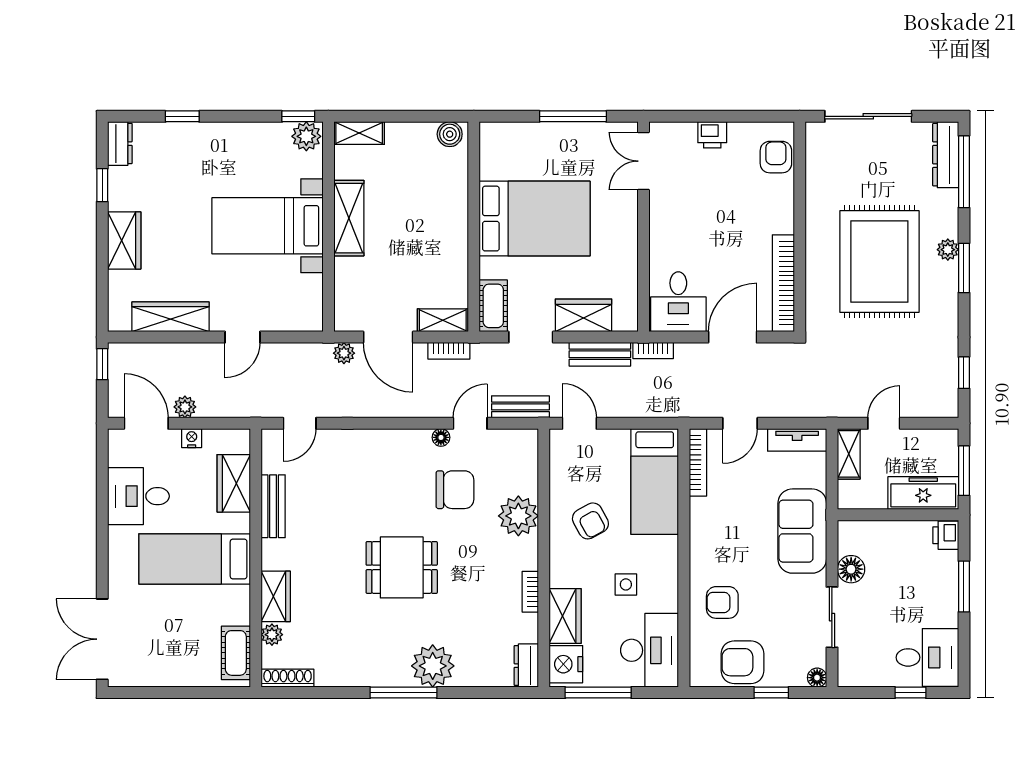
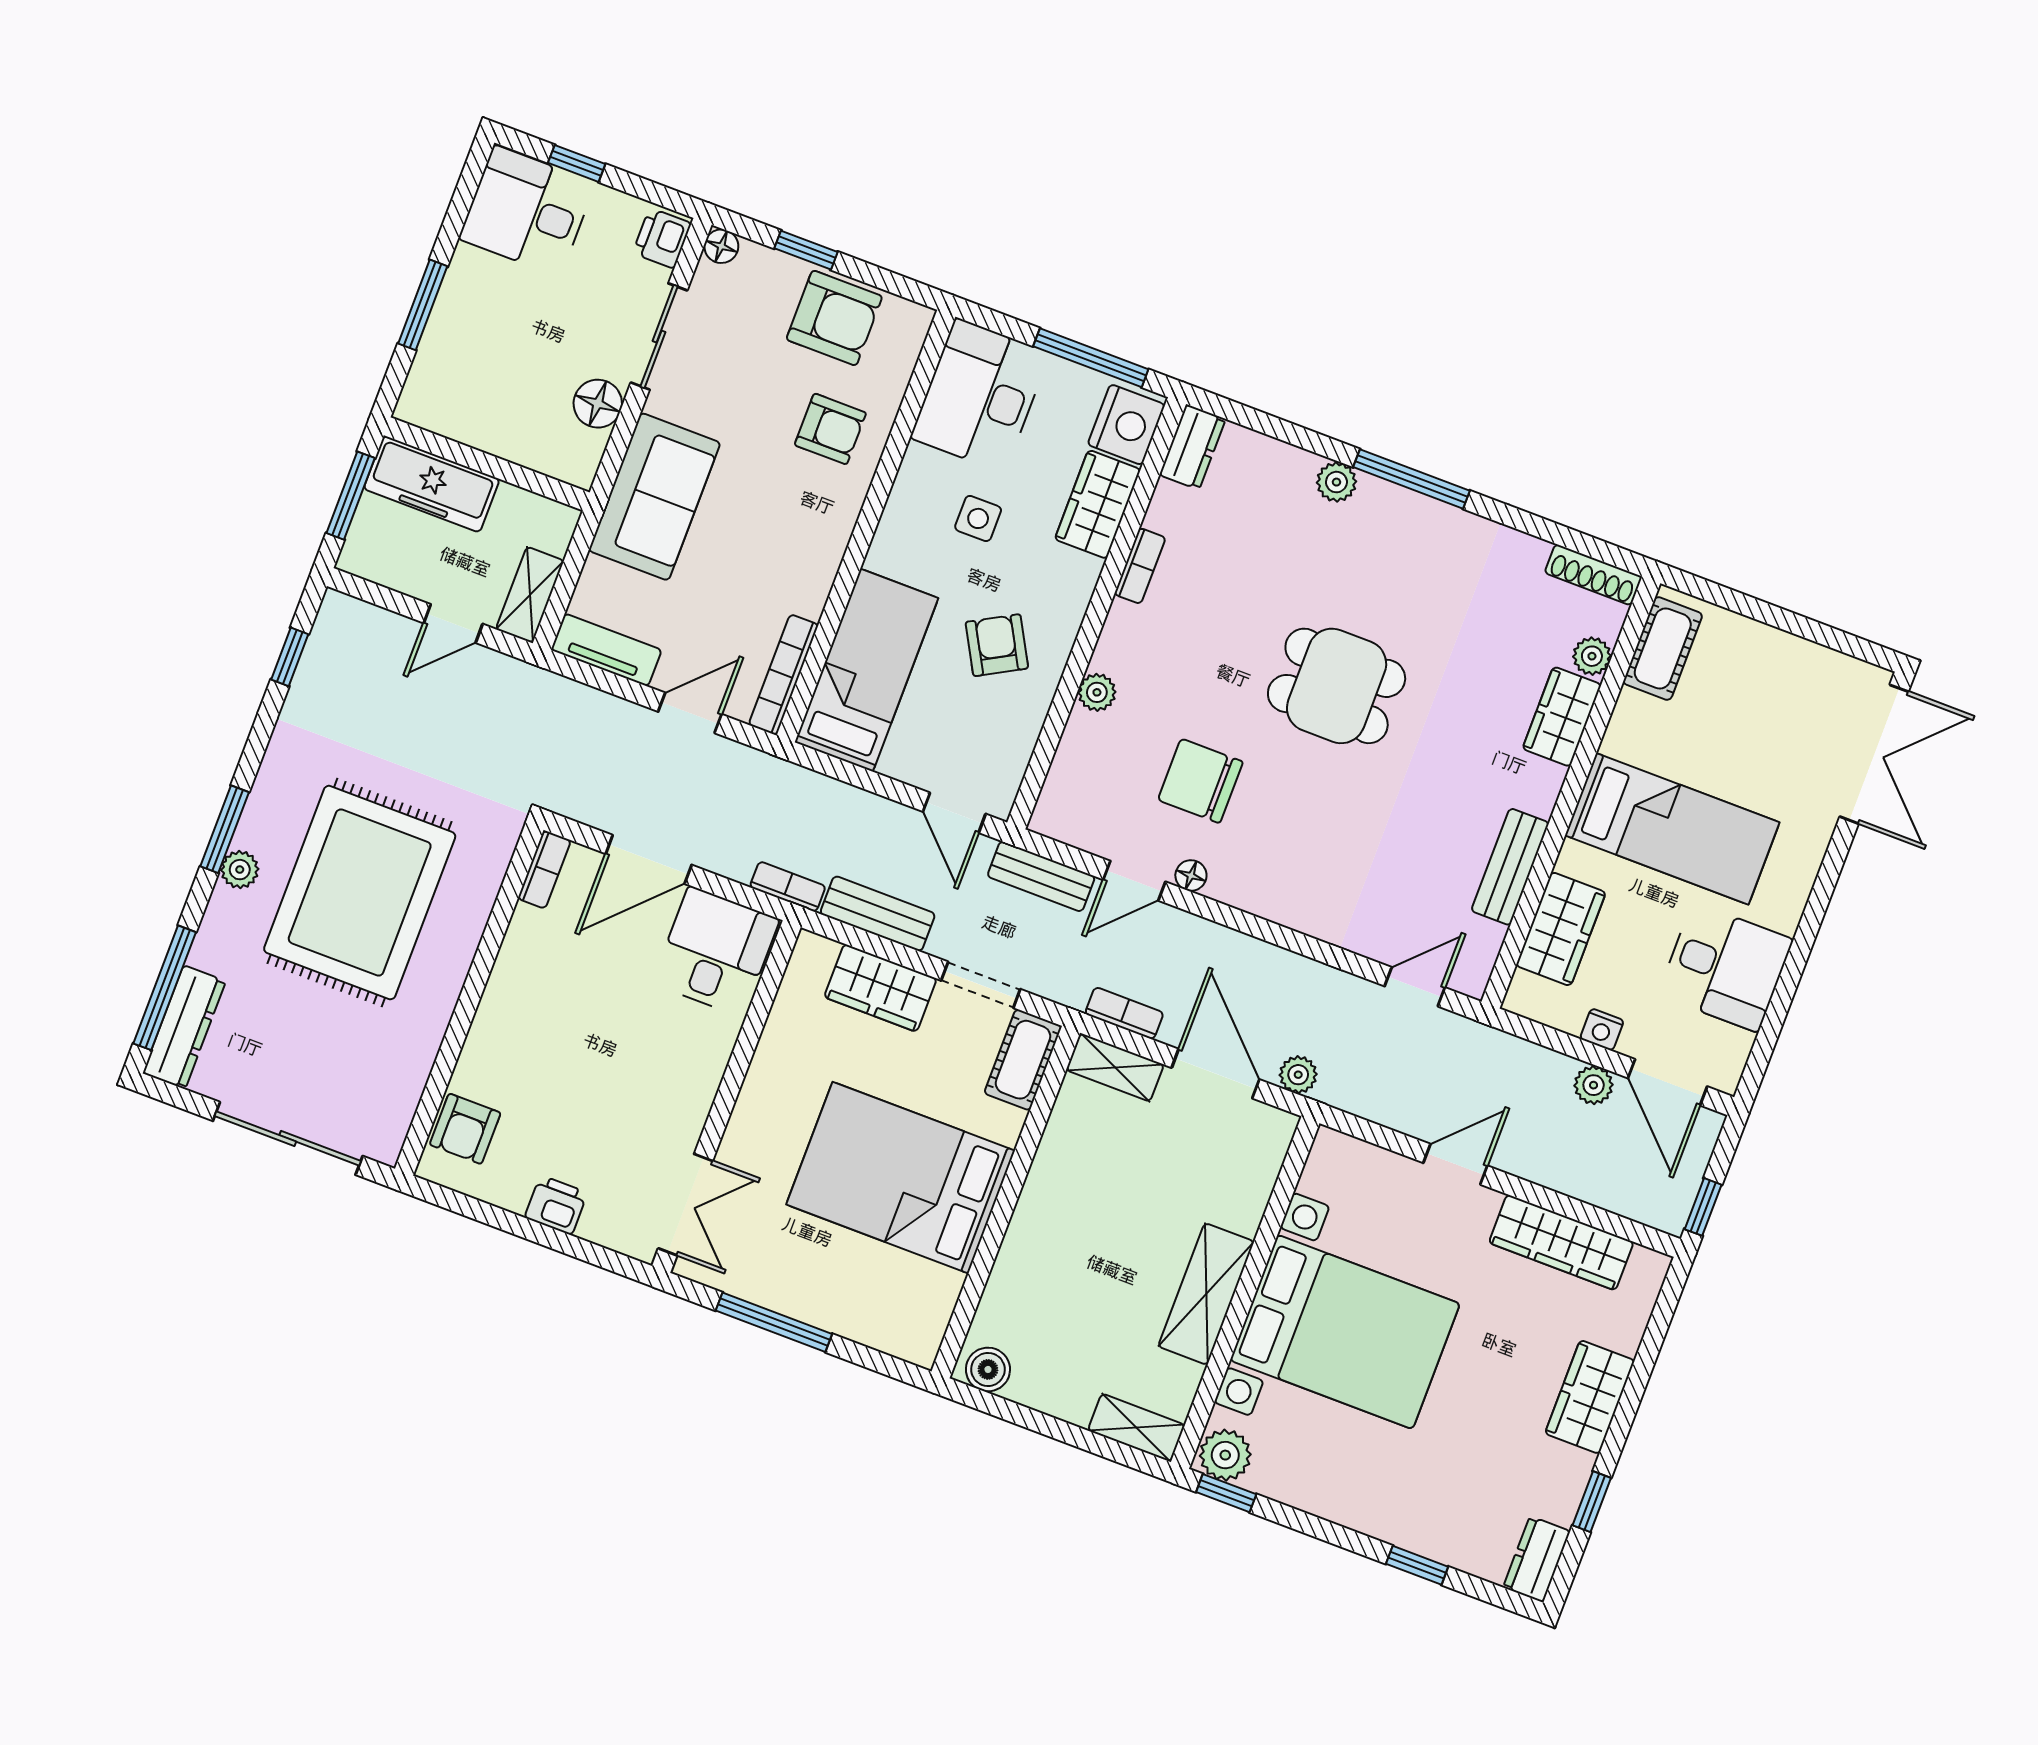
bed with nightstands: (268, 226) -> (1345, 1332), width x1.36
bookcase: (783, 283) -> (544, 870), width x0.43, depth x0.76
plant: (518, 516) -> (1097, 692), width x0.53, depth x0.53
printer: (946, 535) -> (662, 238), moved, turned 180
plant: (433, 666) -> (1336, 482), width x0.53, depth x0.53

